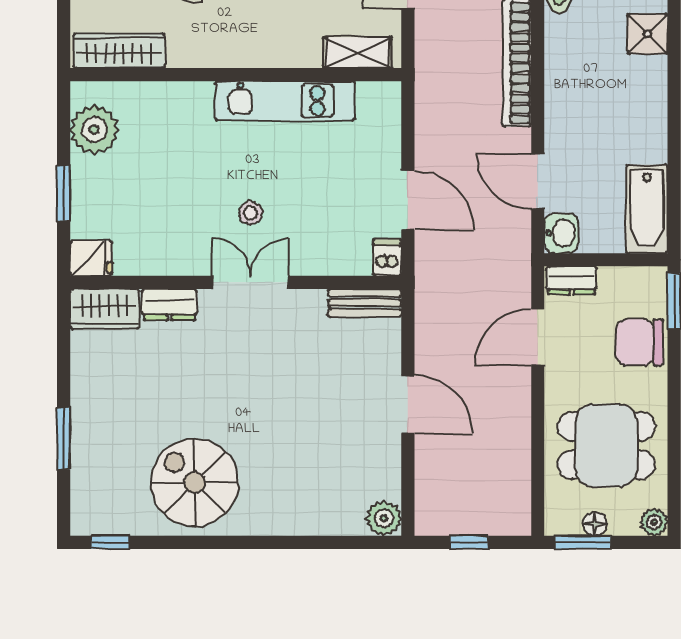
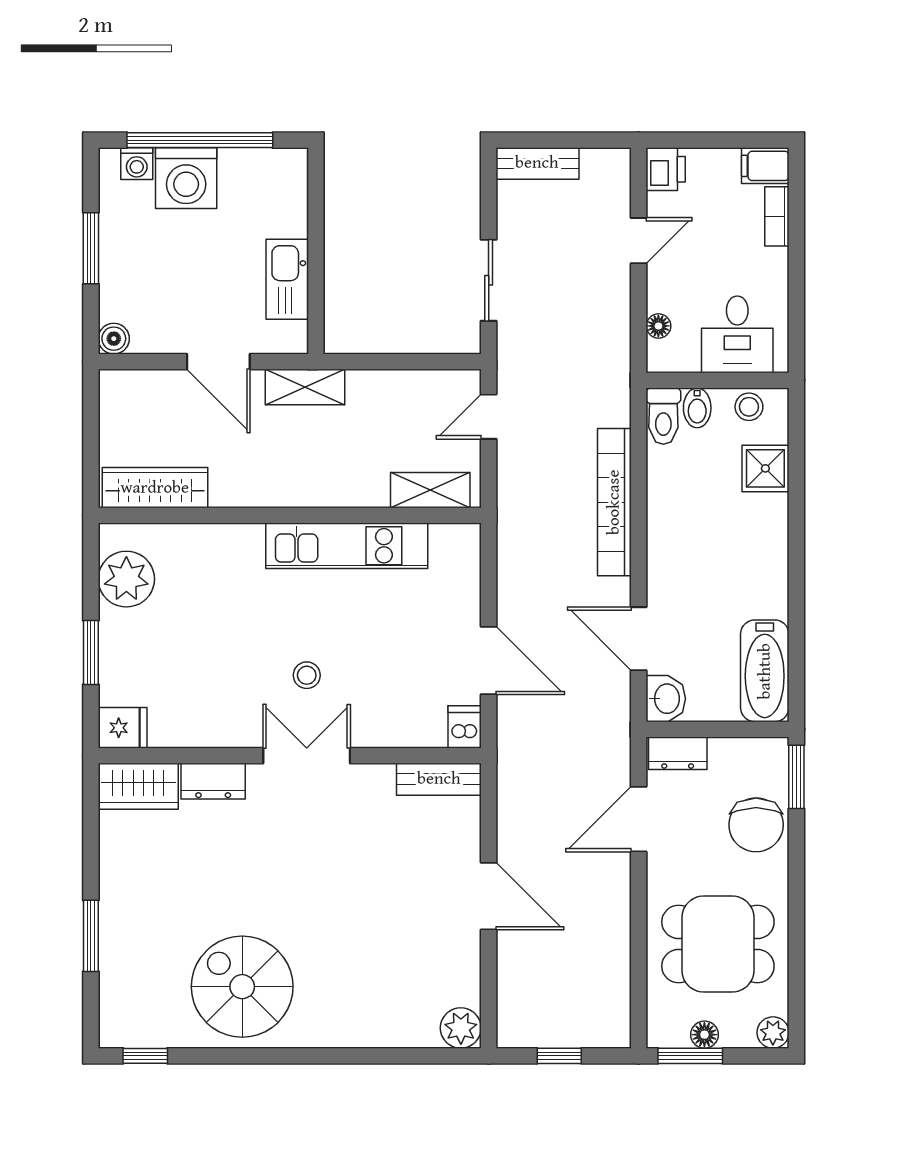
chair: (639, 342) -> (756, 825), turned -90

